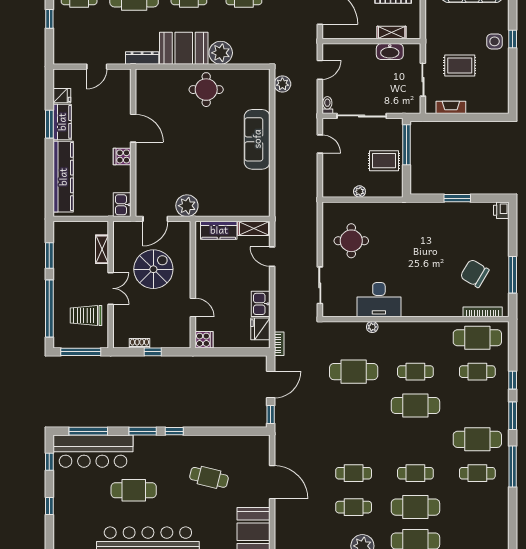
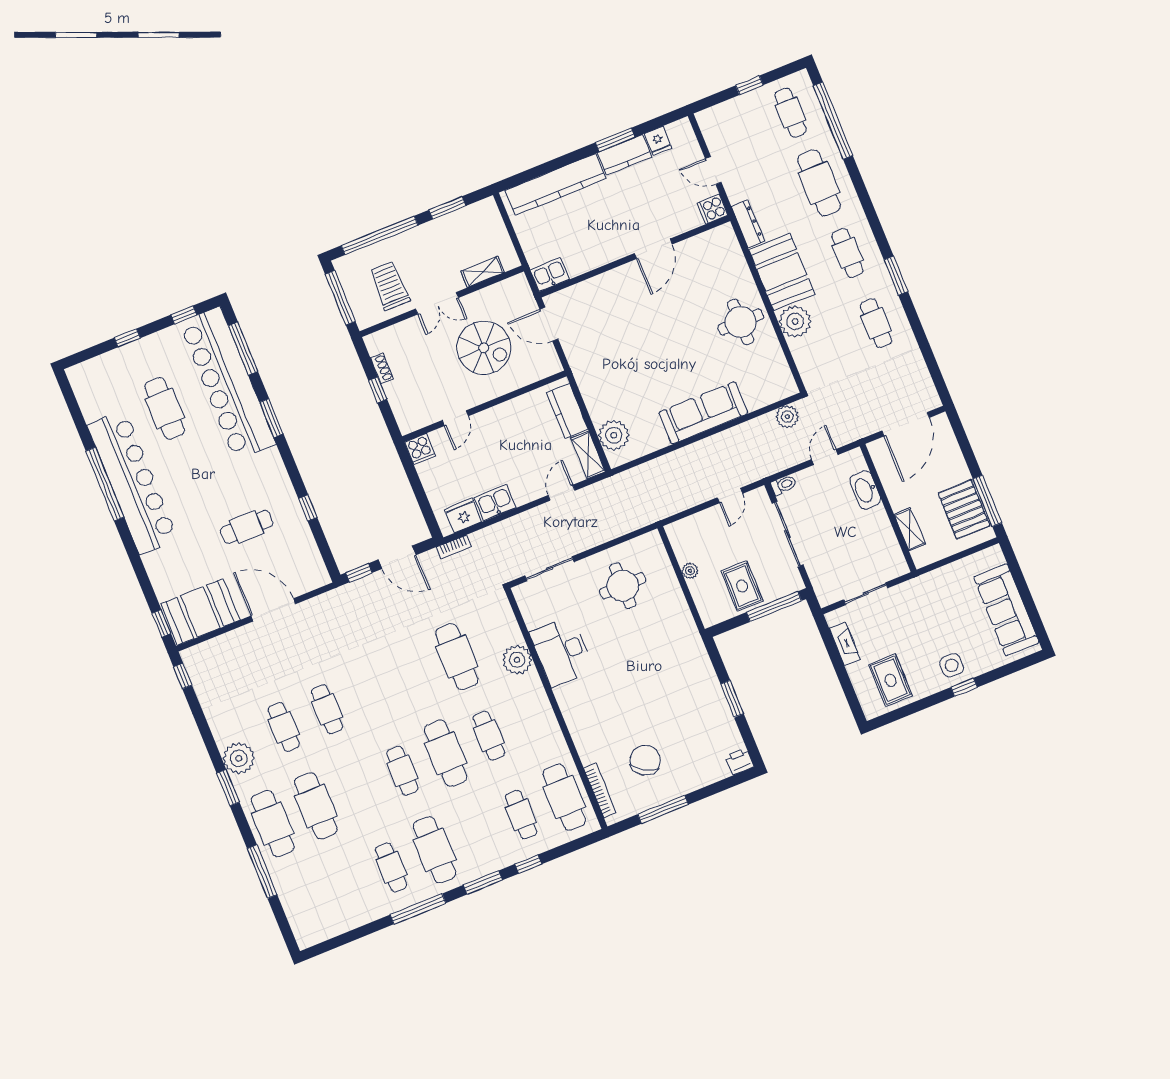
washbasin: (390, 52) -> (865, 490), moved
rug: (460, 66) -> (890, 680), moved
door: (320, 70) -> (825, 457), swing flipped
cooker: (122, 156) -> (712, 209), moved, turned -90
plant: (187, 206) -> (614, 435), moved
plant: (372, 327) -> (517, 660), width x1.88, depth x1.88
window: (174, 431) -> (308, 508), moved
bar counter: (93, 451) -> (228, 384), width x1.36
cafe table: (415, 473) -> (402, 771), moved
cafe table: (209, 477) -> (247, 527), turned 76
door: (272, 482) -> (273, 610), swing flipped
cafe table: (134, 490) -> (165, 408), moved

